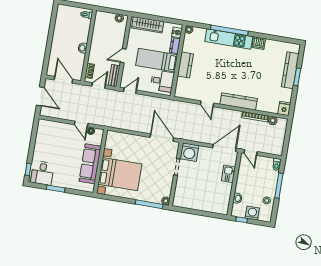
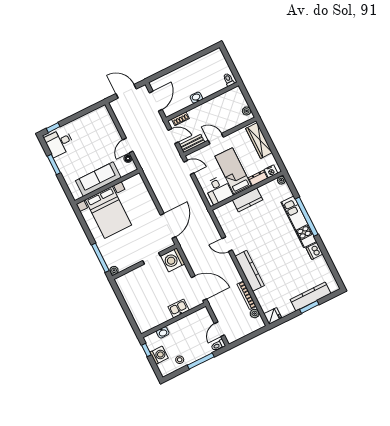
door: (40, 96) -> (126, 91), swing flipped
door: (207, 104) -> (227, 244), hinge flipped
door: (251, 152) -> (219, 329), moved

